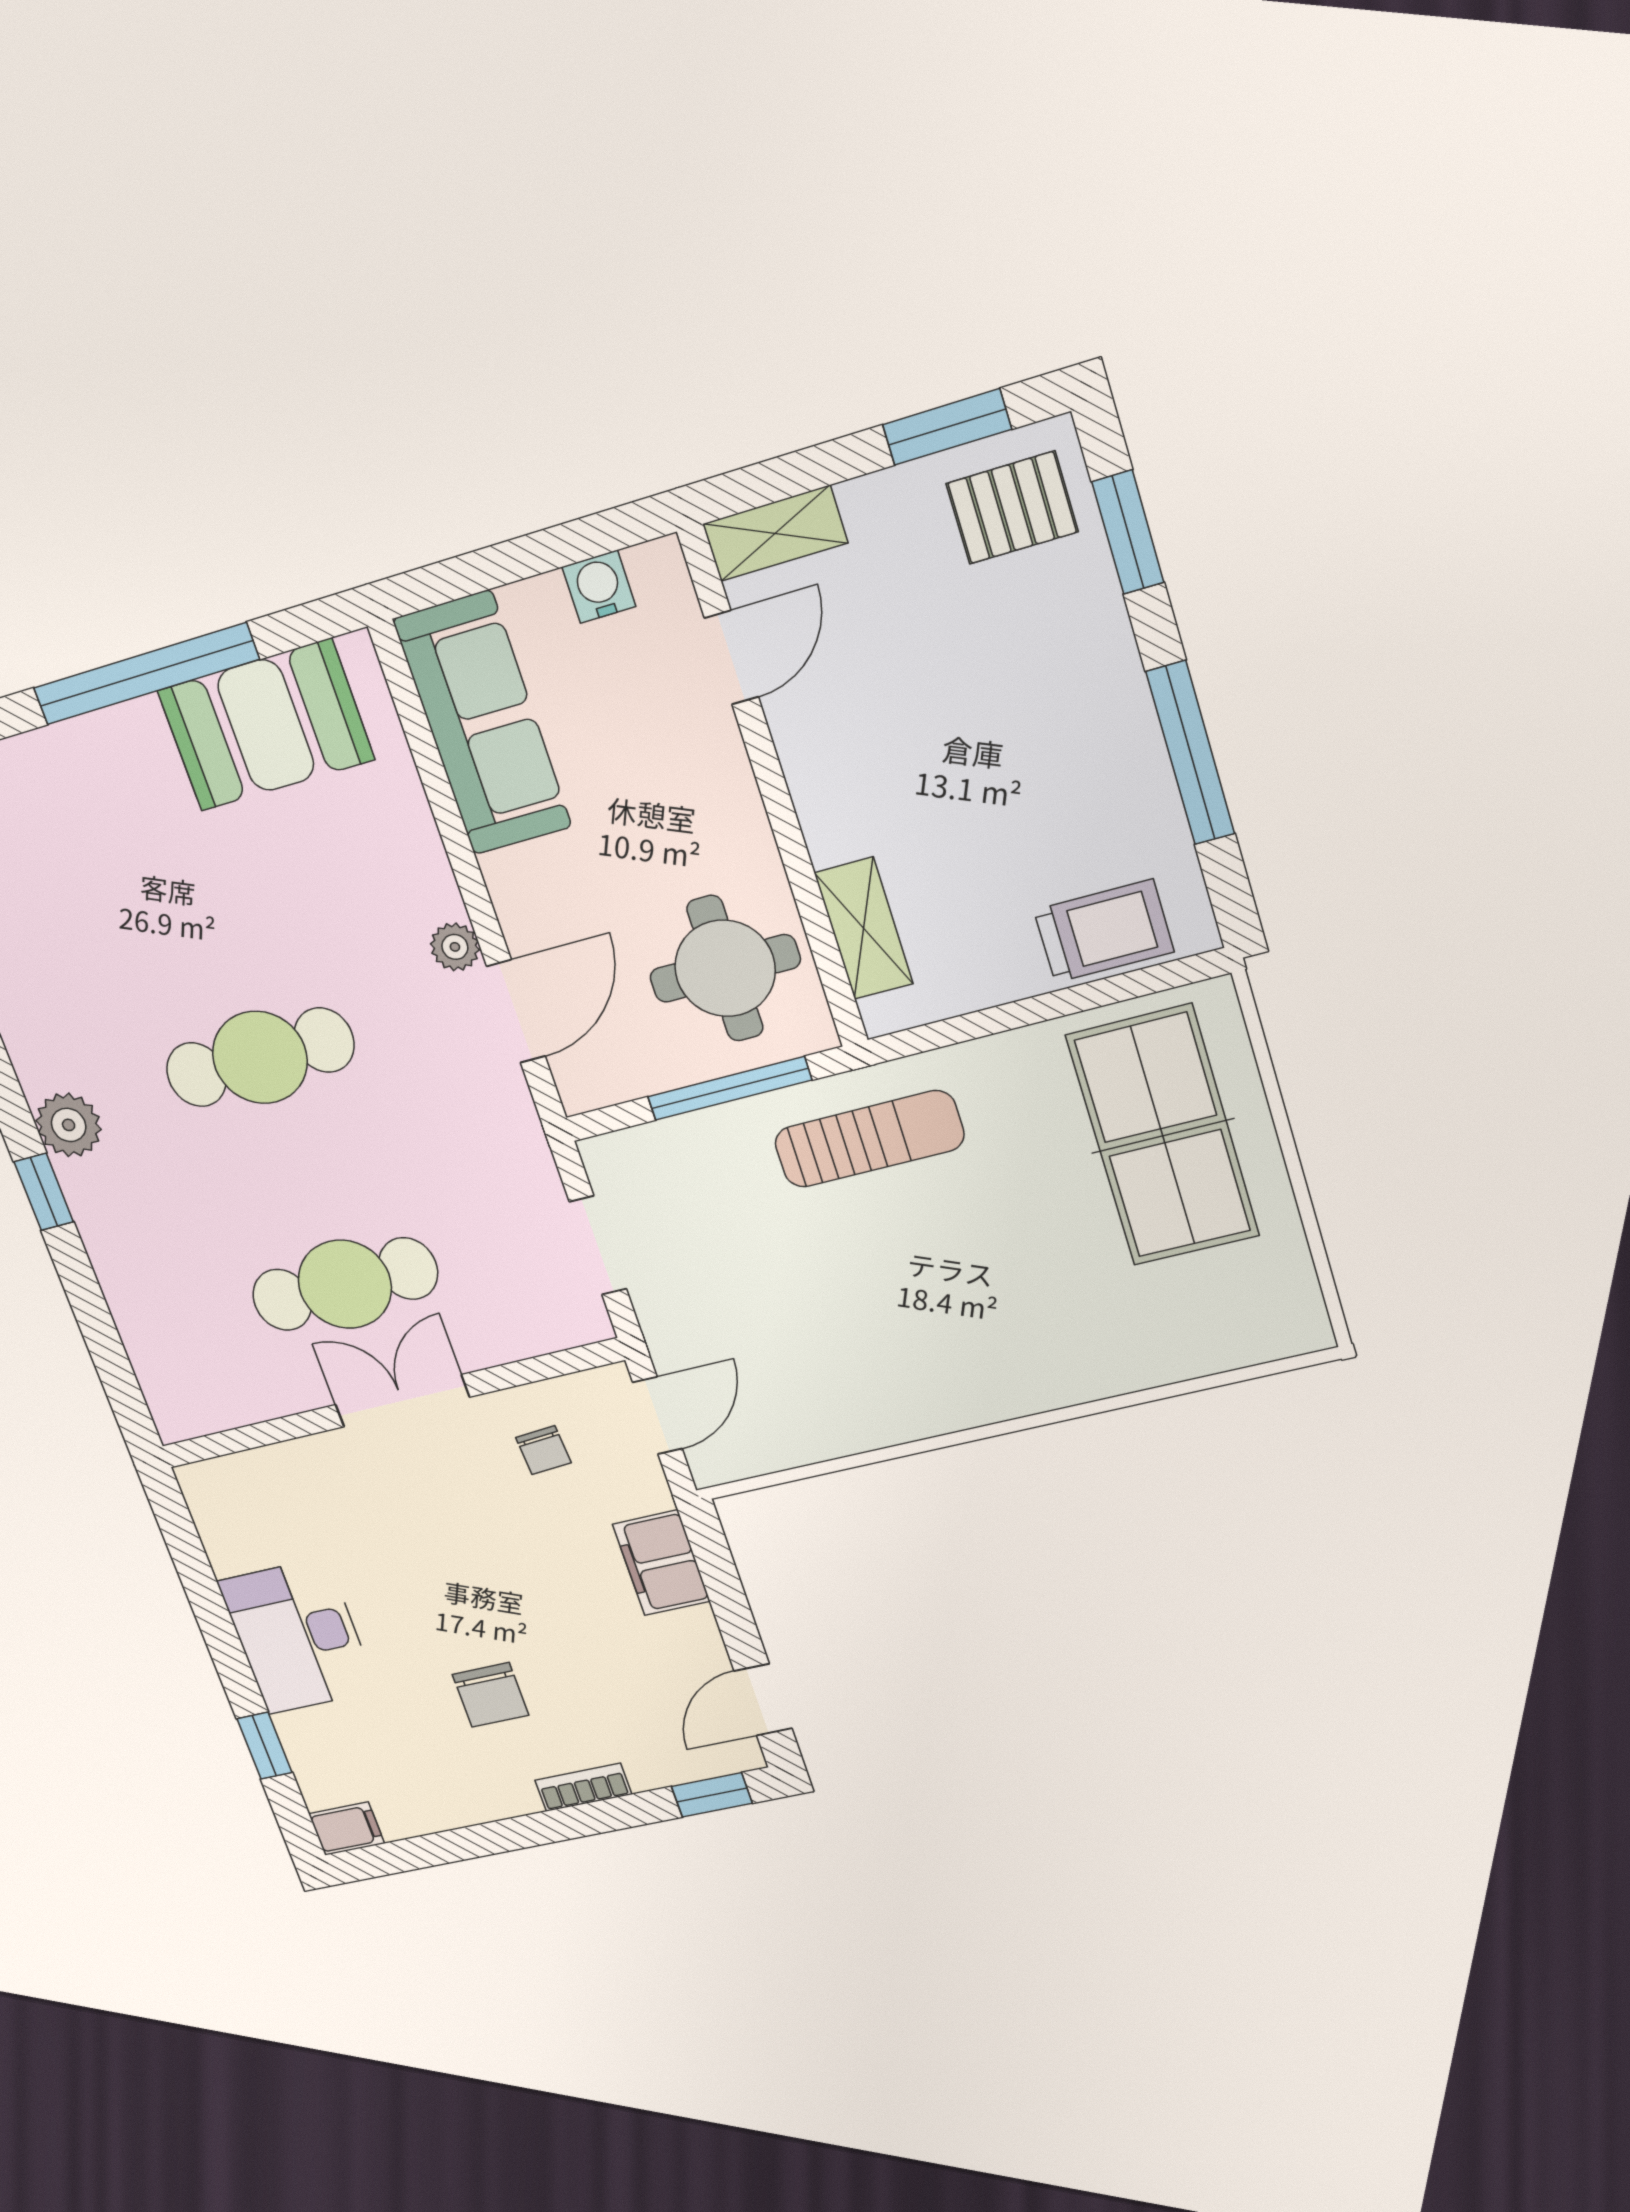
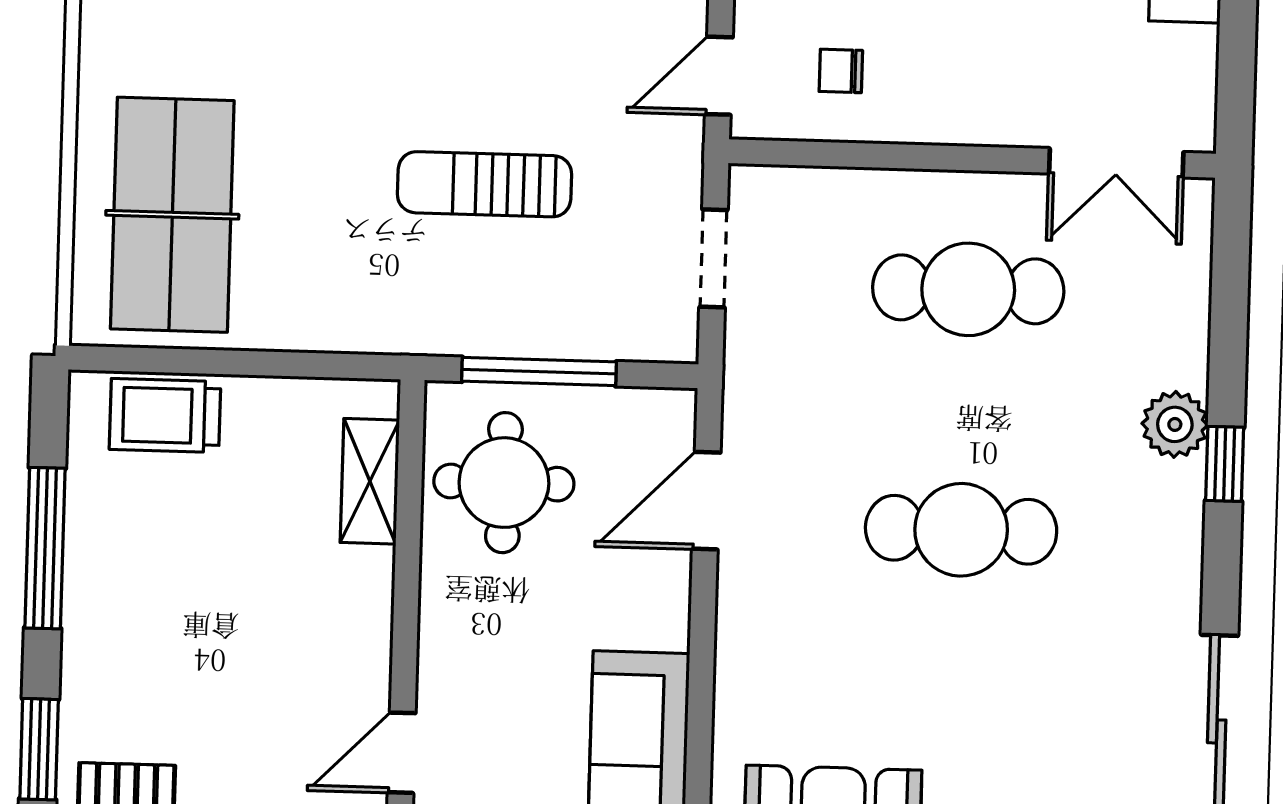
plant: (455, 947) -> (739, 576), removed
plant: (69, 1125) -> (1175, 424), moved
sun lounger: (869, 1139) -> (485, 184), moved
double door: (402, 1401) -> (1116, 163), moved
chair: (543, 1450) -> (841, 71), turned -86

